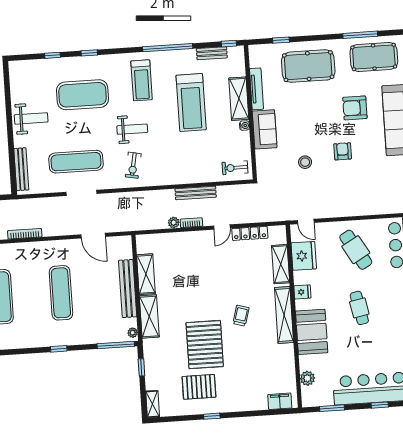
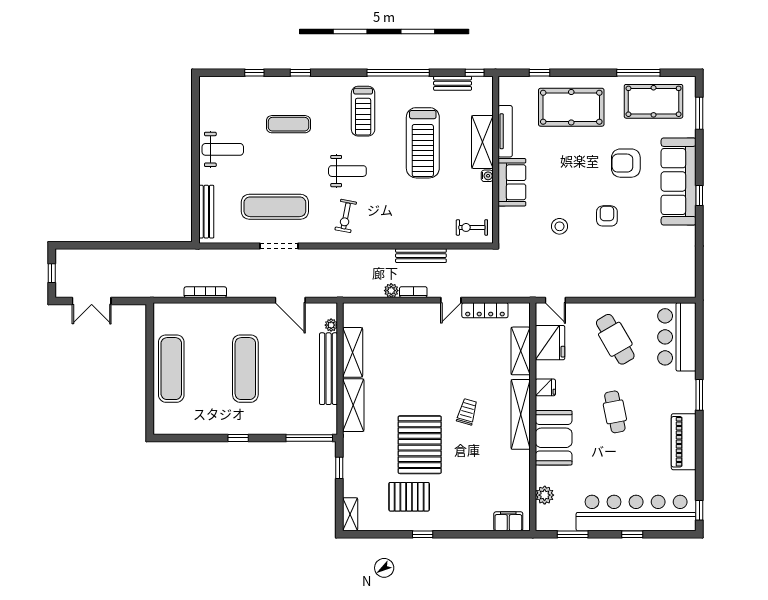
exercise mat: (82, 95) -> (288, 124), width x0.50, depth x0.69
plant: (133, 333) -> (331, 325), moved

